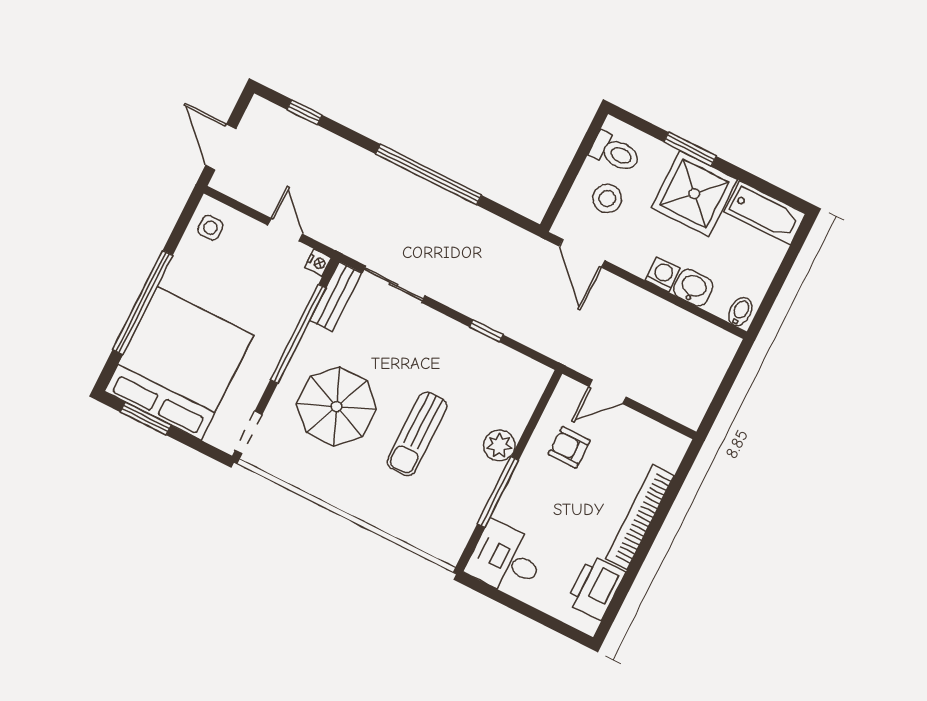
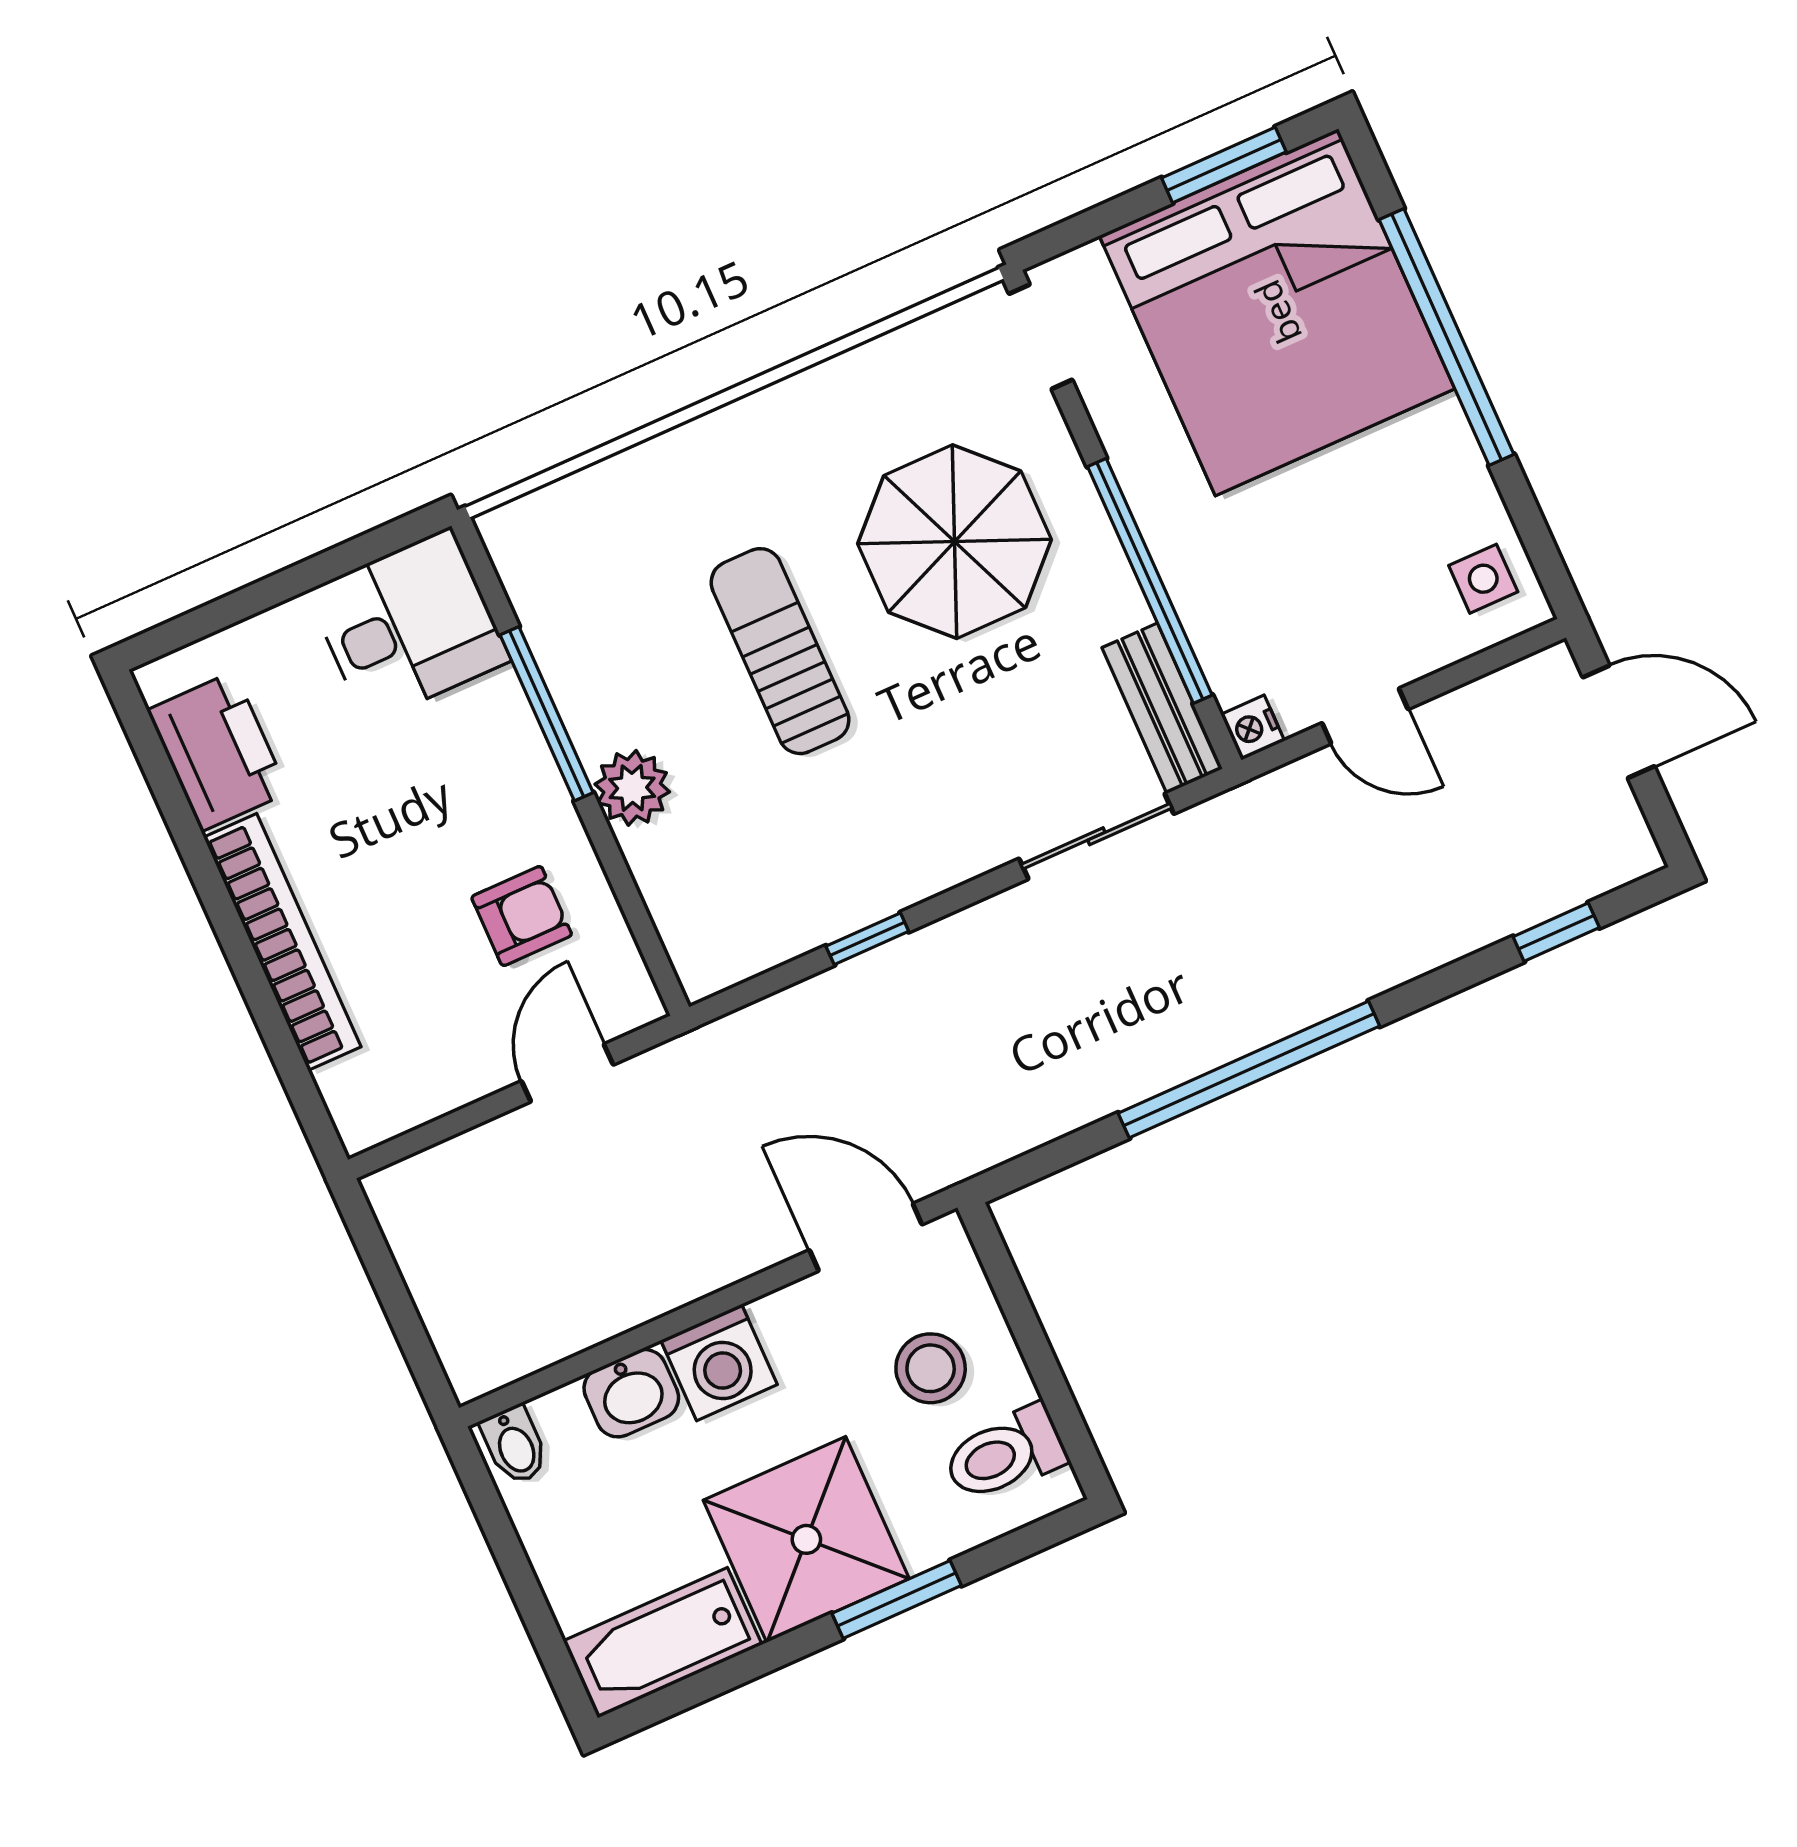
washing machine: (663, 274) -> (719, 1362), width x1.38, depth x1.38

